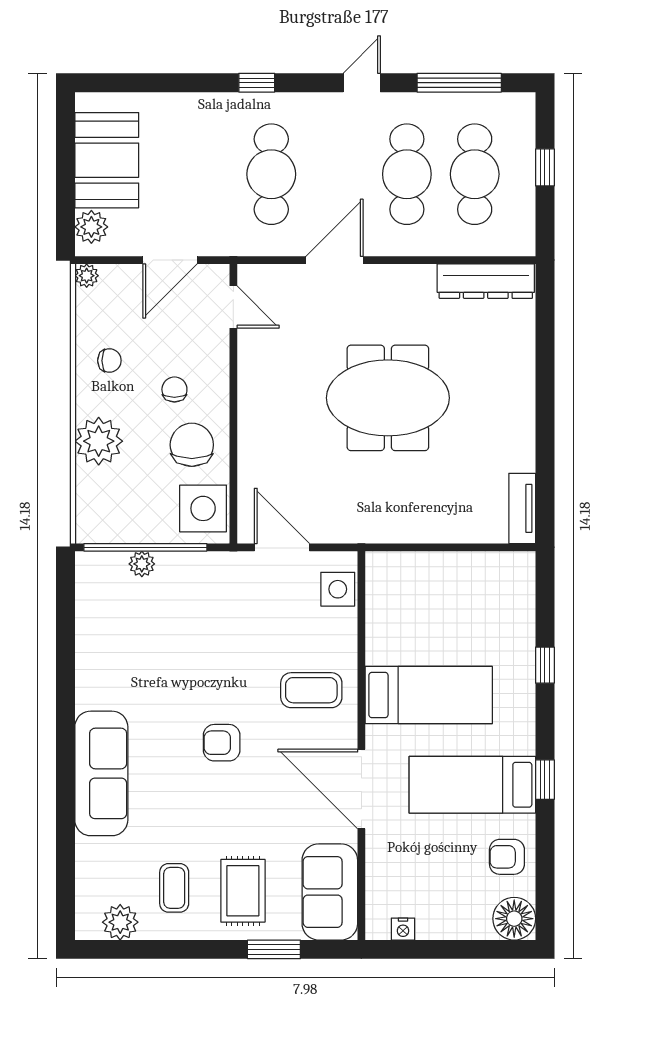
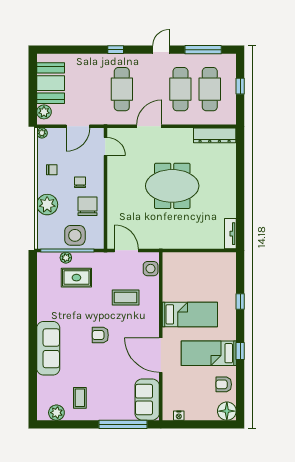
side table: (203, 508) -> (75, 235), moved
coffee table: (311, 690) -> (126, 298), moved
rug: (243, 891) -> (76, 278), moved, turned 90
window: (274, 949) -> (123, 424), width x2.11

